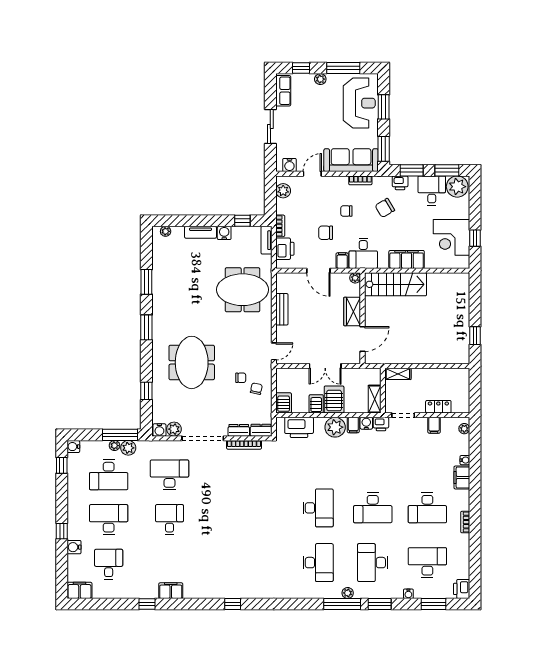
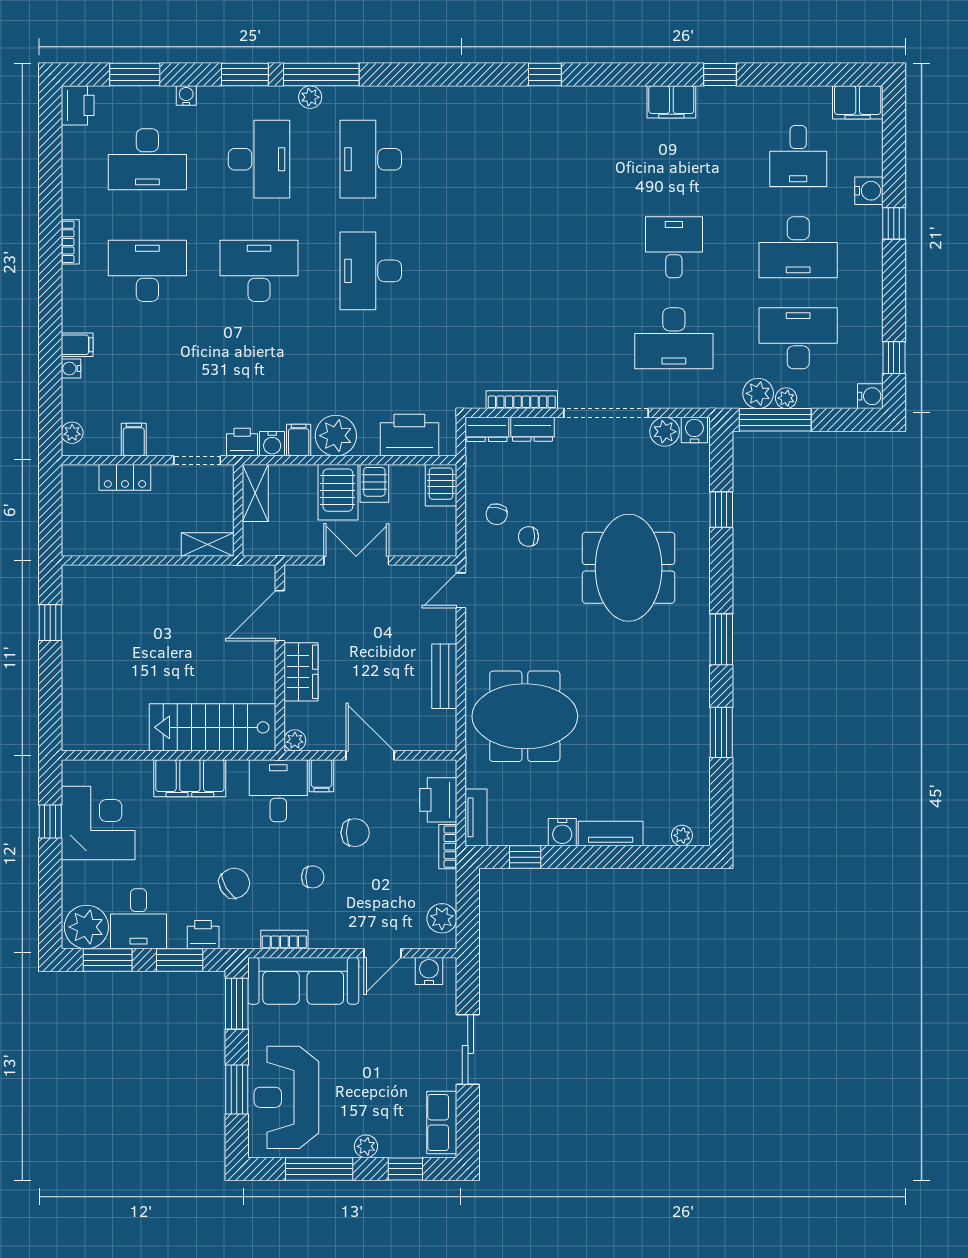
filing cabinet: (462, 477) -> (77, 345), width x0.50
desk: (169, 519) -> (674, 247), turned 180

